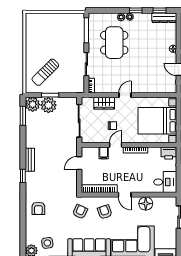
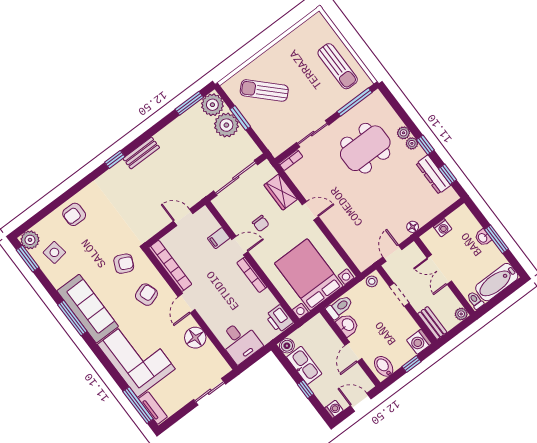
dresser: (164, 18) -> (433, 174), moved
sun lounger: (61, 25) -> (338, 66), added
armchair: (38, 208) -> (74, 214), moved

